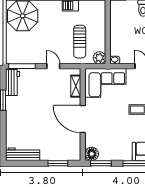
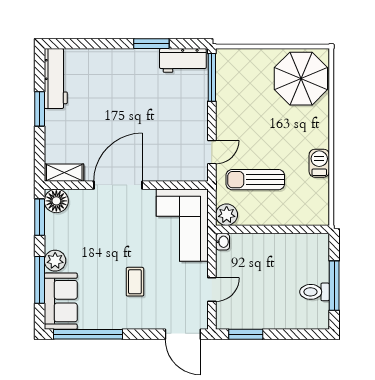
door: (53, 66) -> (212, 152), moved
shelving: (76, 86) -> (64, 173), moved
plant: (125, 155) -> (55, 261), added
window: (58, 163) -> (40, 109), moved

